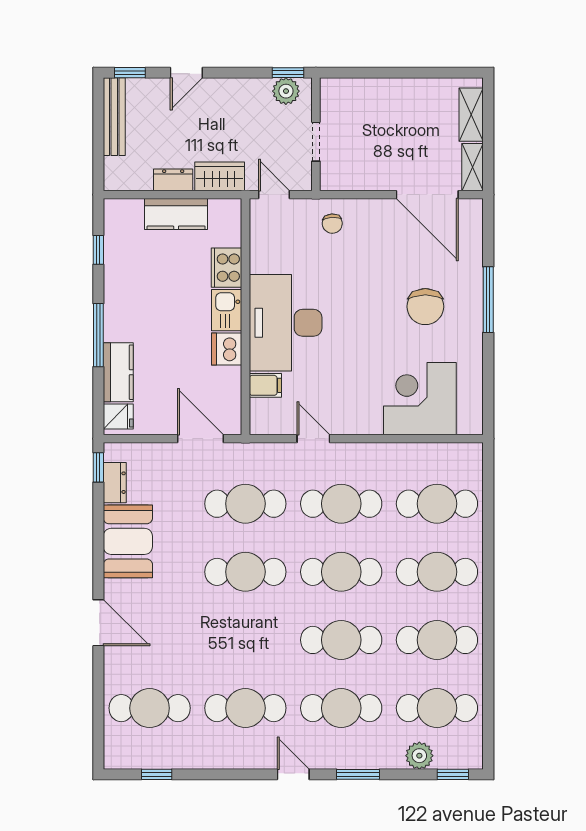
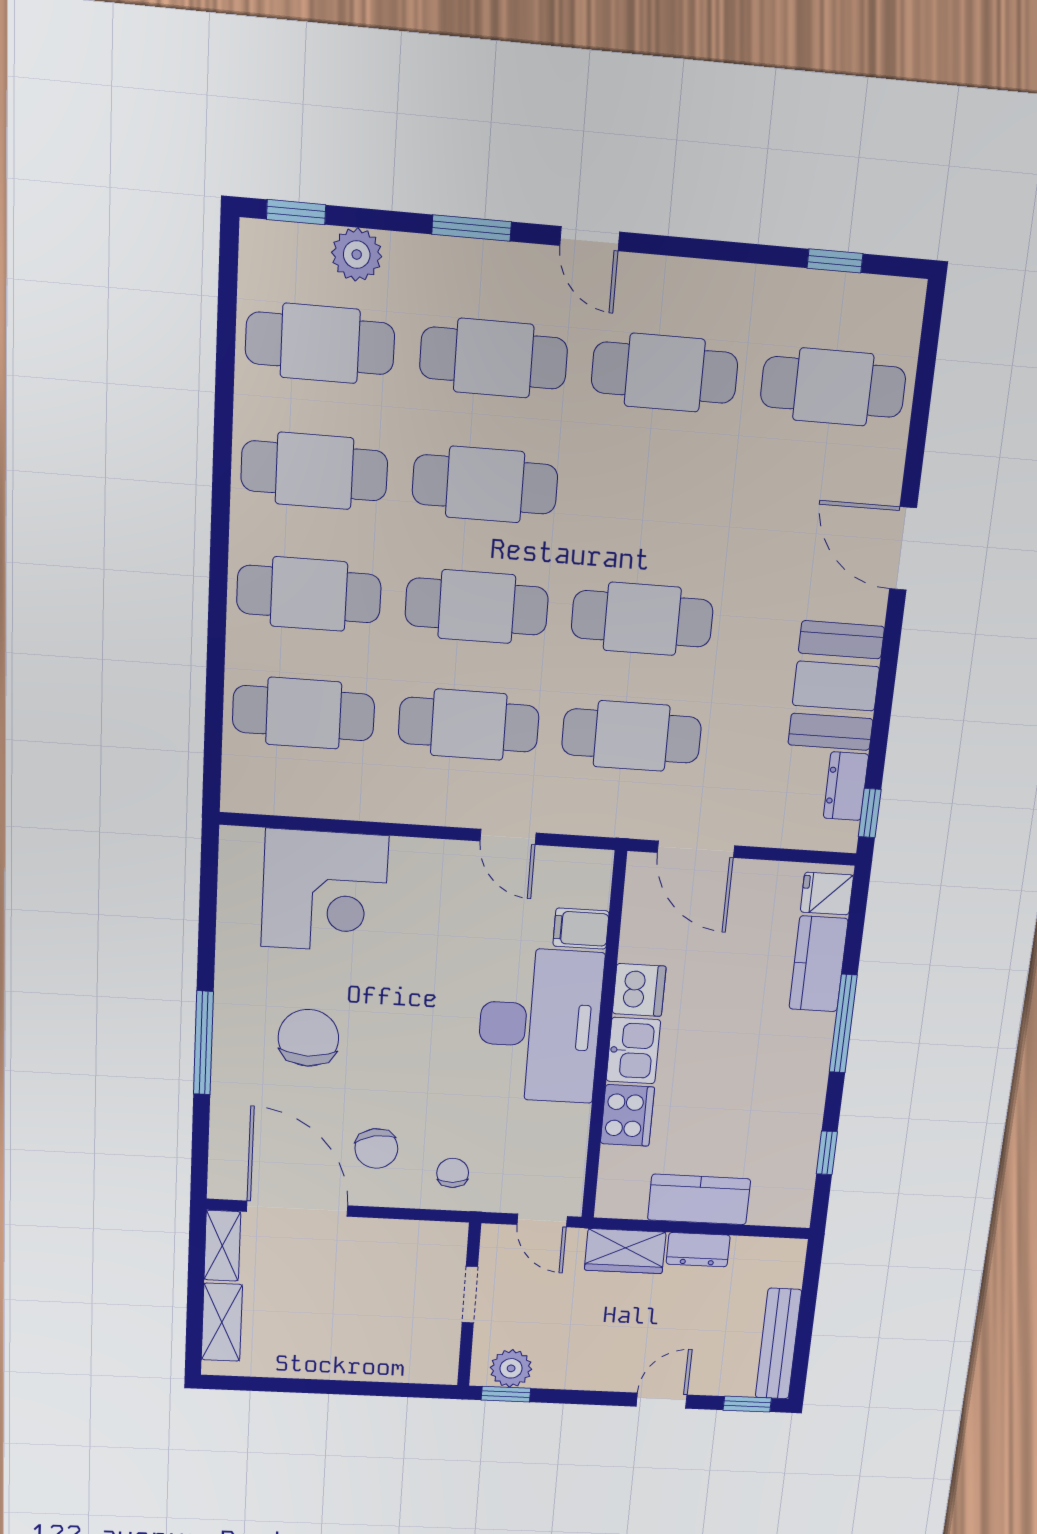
chair: (380, 237) -> (376, 1148), added

